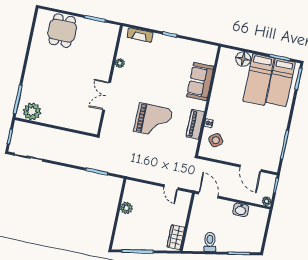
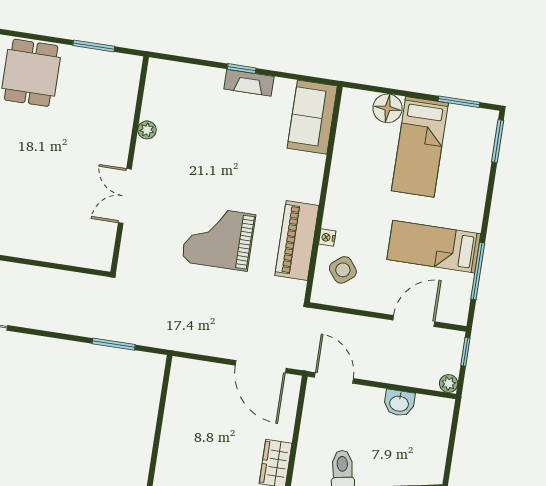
fireplace: (140, 35) -> (249, 83), moved
sofa: (200, 82) -> (312, 117), moved
bed: (281, 82) -> (434, 247), moved, turned 90
grand piano: (153, 120) -> (219, 238), turned 180
piano: (195, 124) -> (297, 241), width x1.37, depth x1.33
door: (251, 168) -> (414, 321), swing flipped
door: (171, 187) -> (261, 367), width x1.87
plant: (126, 208) -> (176, 412), removed

